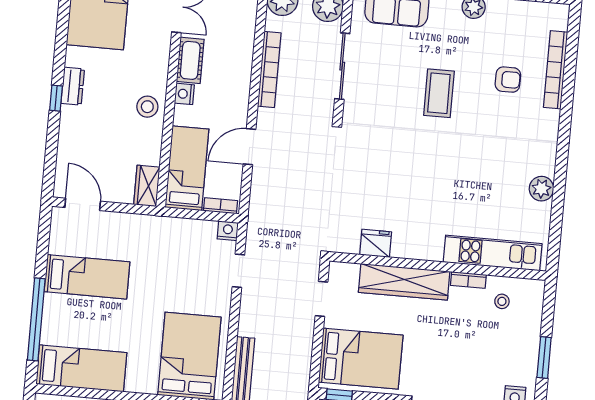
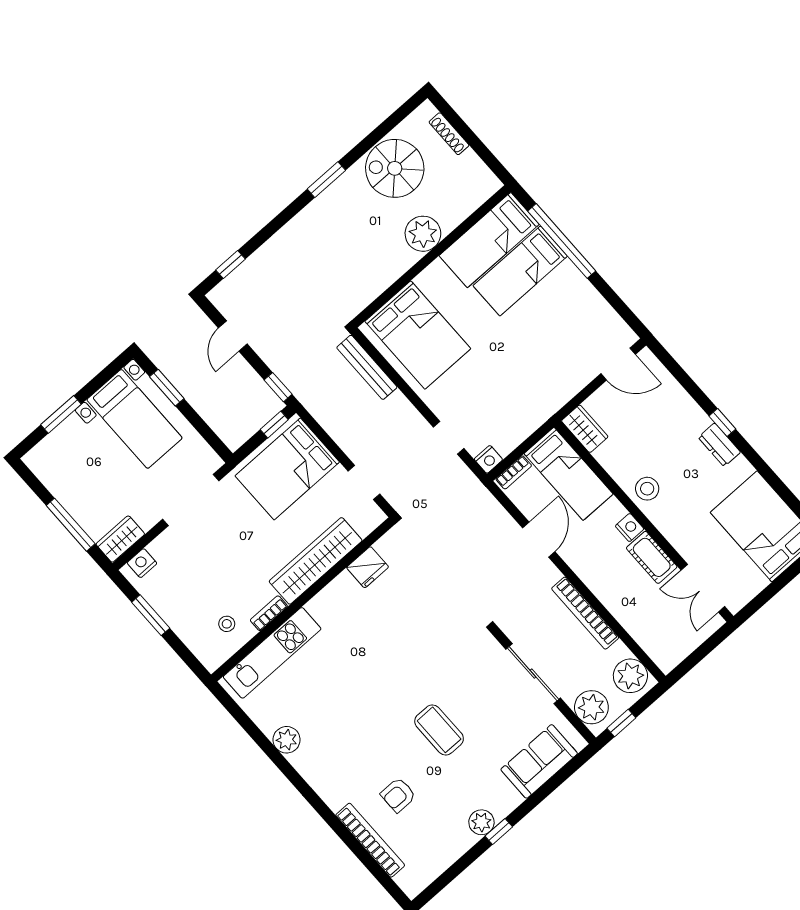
bed: (87, 277) -> (520, 271), moved

